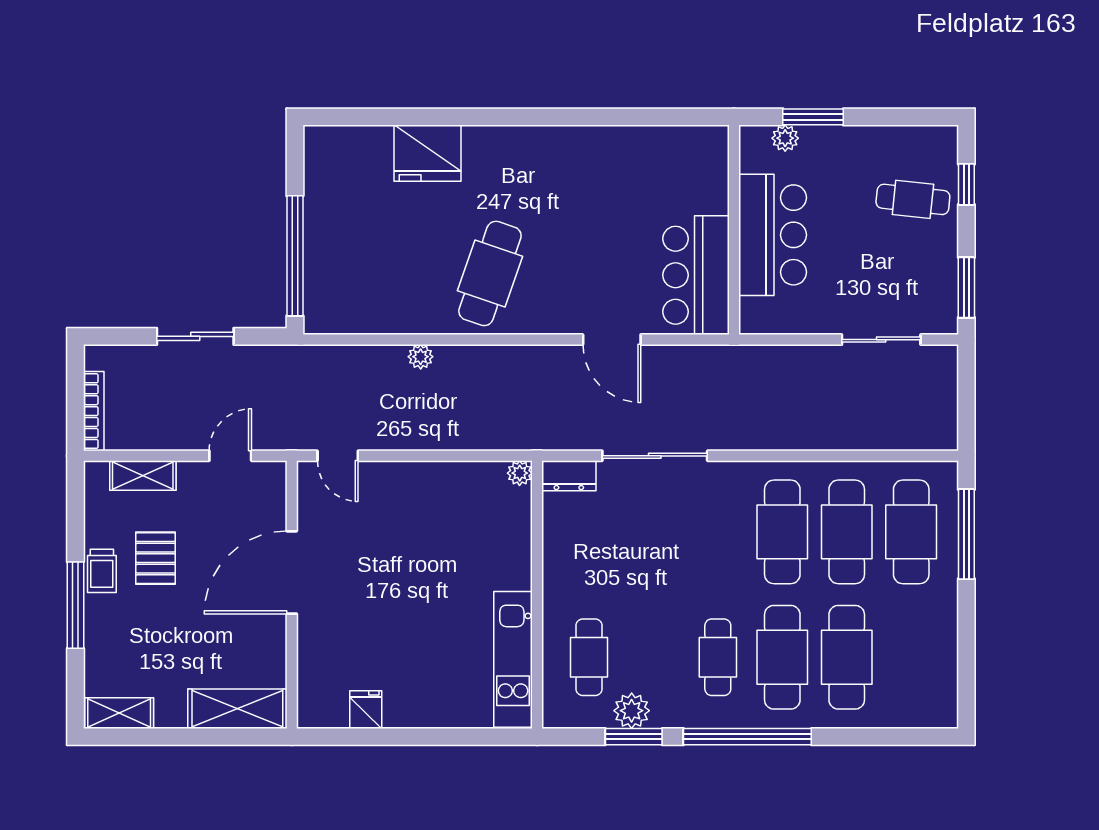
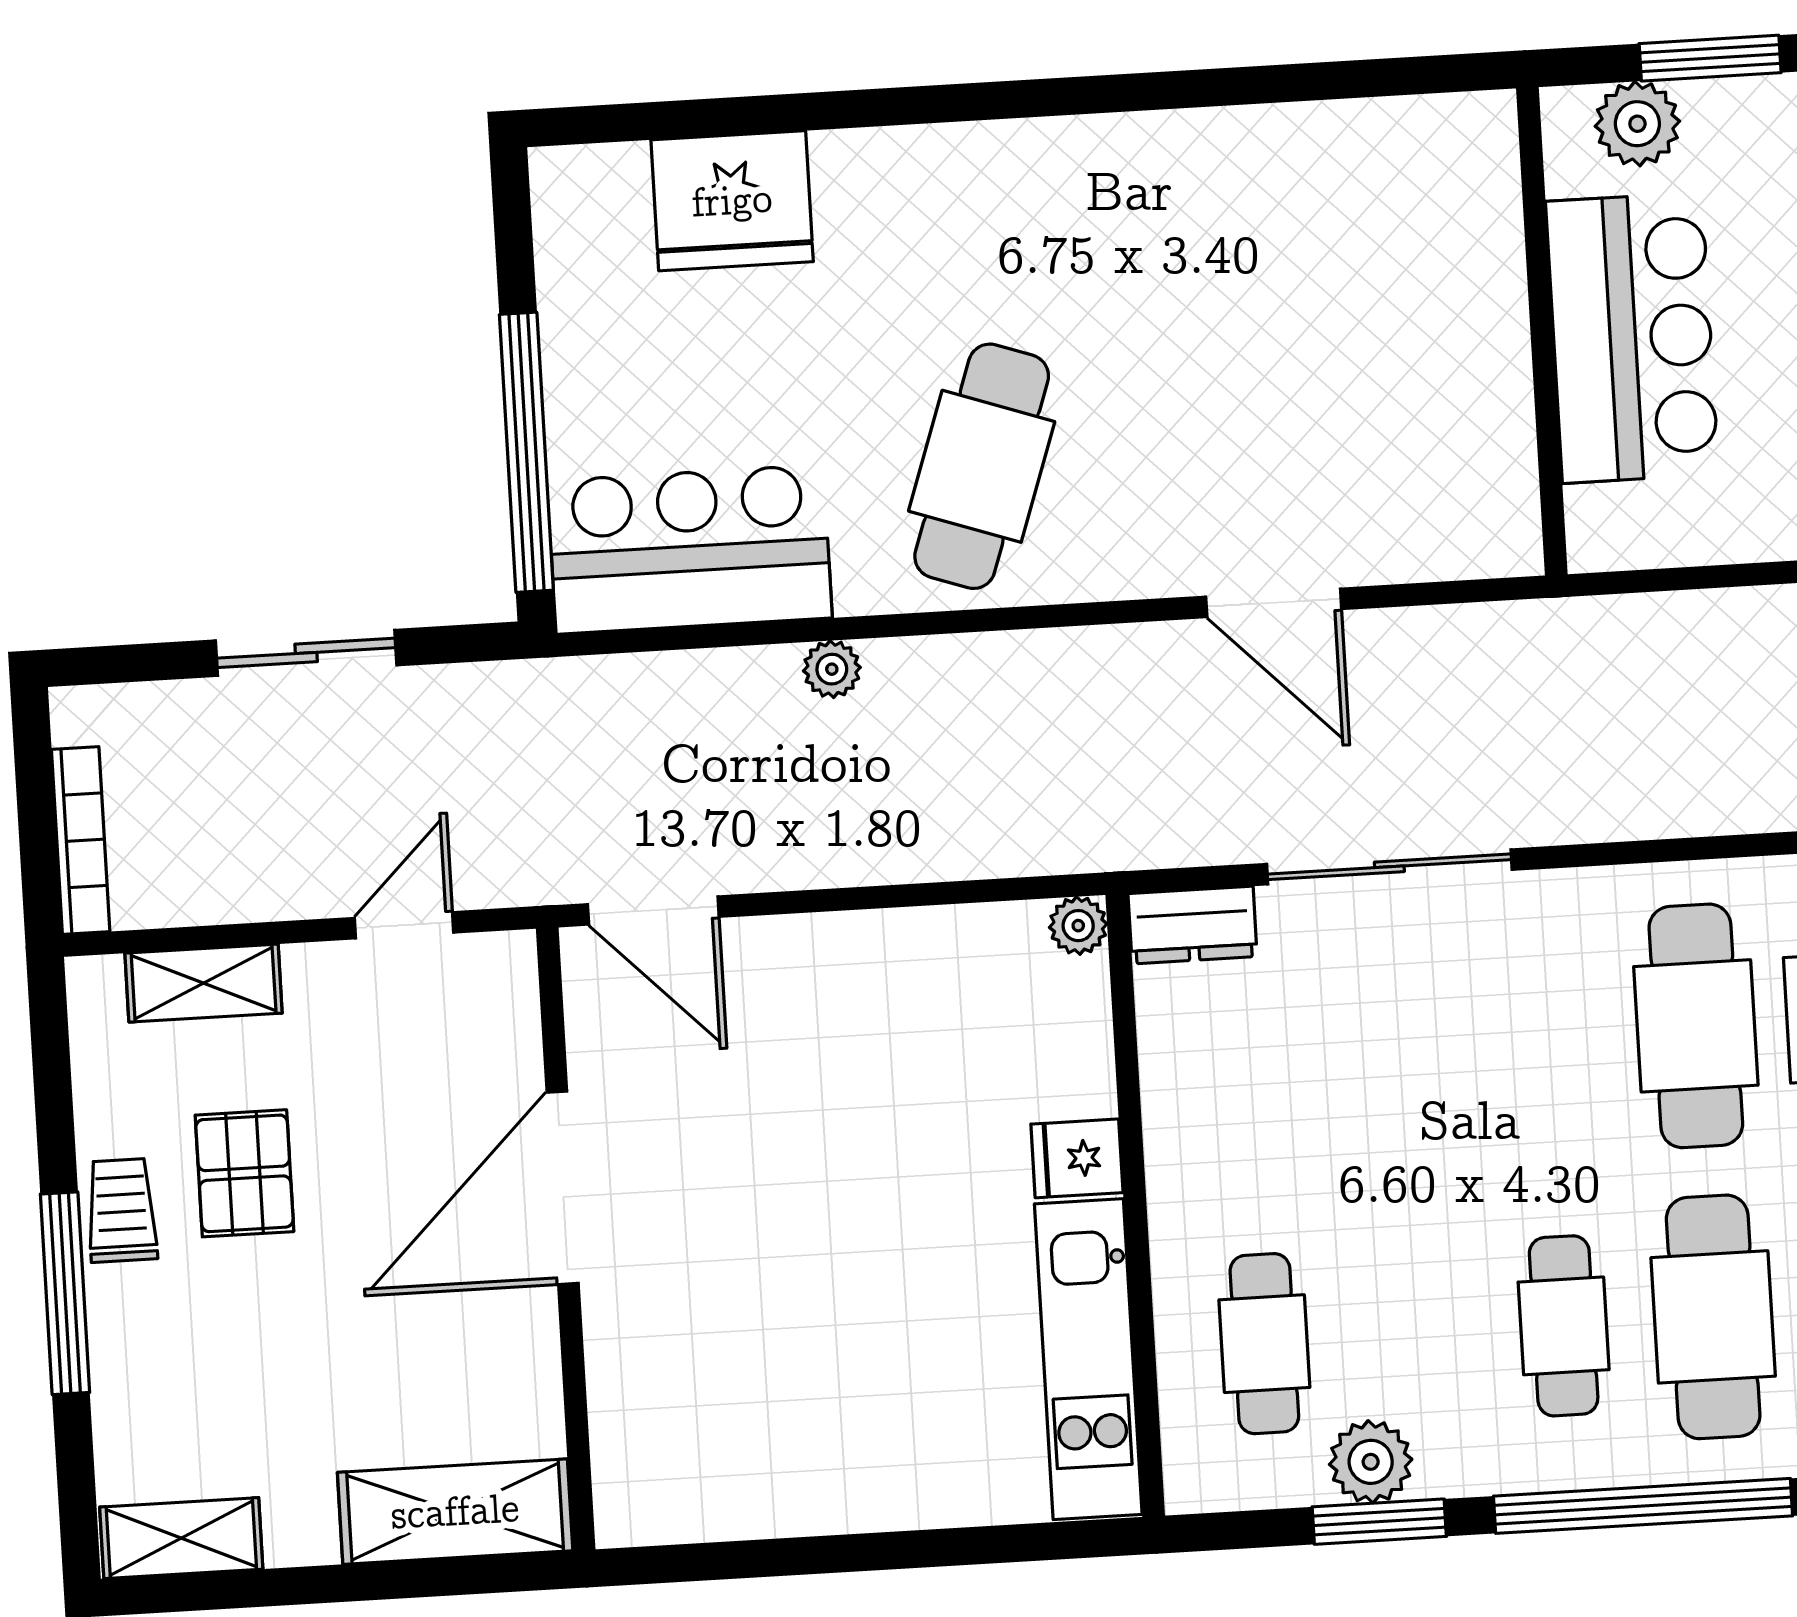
plant: (785, 138) -> (1637, 124), width x1.38, depth x1.38
fridge: (427, 153) -> (732, 201), moved
bar counter: (696, 275) -> (690, 549), moved, turned 90
door: (338, 456) -> (653, 911), width x1.38
trolley: (102, 571) -> (122, 1210), turned 180
fridge: (366, 710) -> (1077, 1158), moved, turned -90

